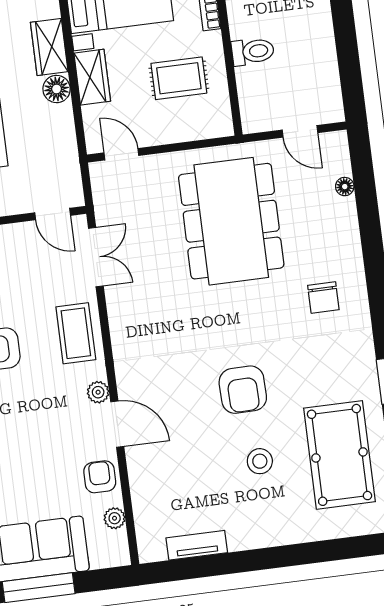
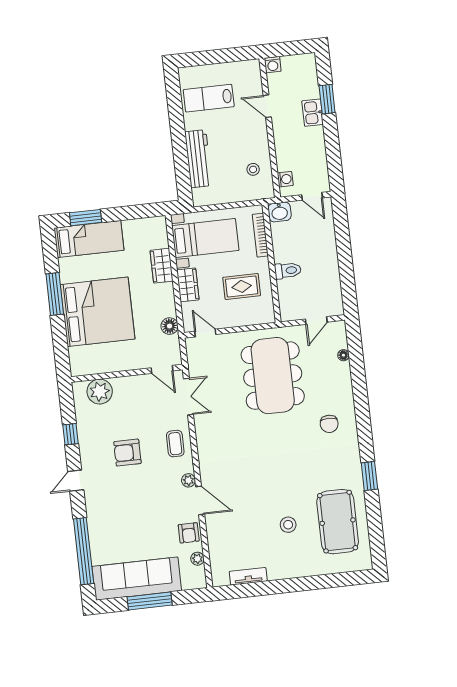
floor lamp: (57, 89) -> (170, 326), moved
door: (300, 131) -> (316, 321), hinge flipped
coffee table: (76, 333) -> (175, 444), width x0.73, depth x0.77
armchair: (243, 390) -> (278, 480), removed
armchair: (100, 477) -> (189, 533), turned 180

